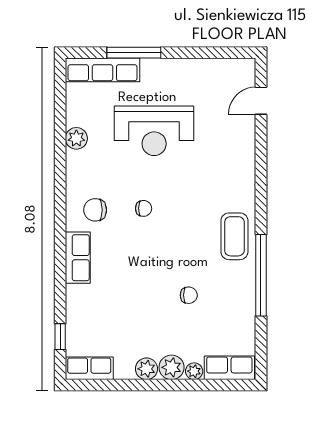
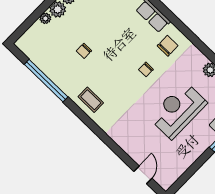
coffee table: (234, 236) -> (91, 100), width x0.73, depth x0.77
window: (261, 275) -> (46, 81), moved
row of seats: (229, 368) -> (31, 37), removed

